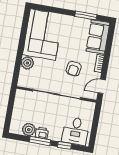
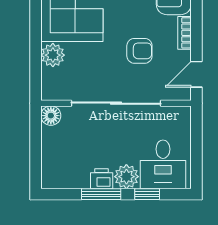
armchair: (74, 69) -> (139, 51), turned -98
floor lamp: (21, 95) -> (51, 116), added
plant: (29, 130) -> (126, 177), moved

